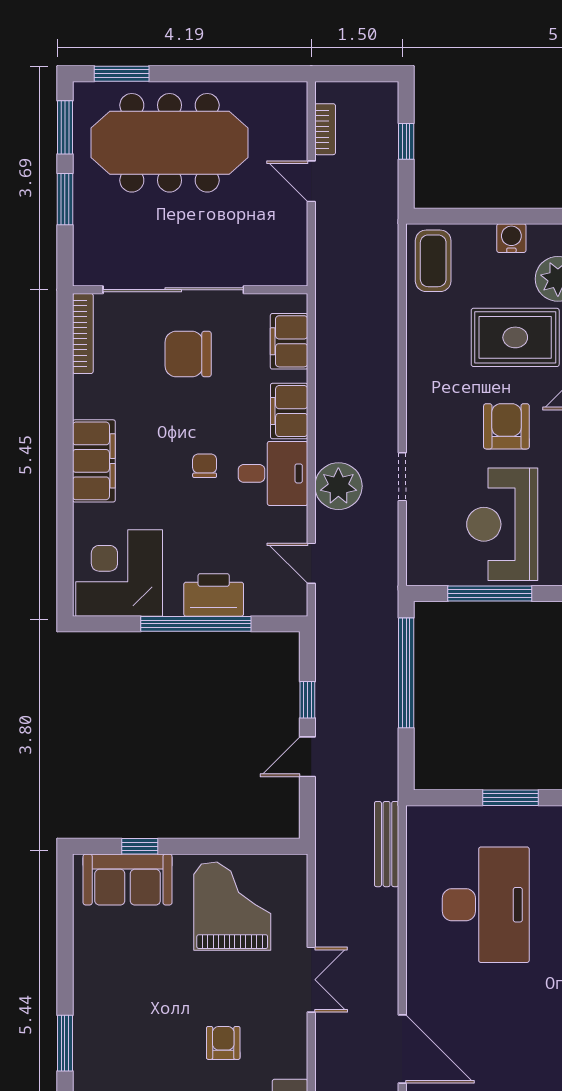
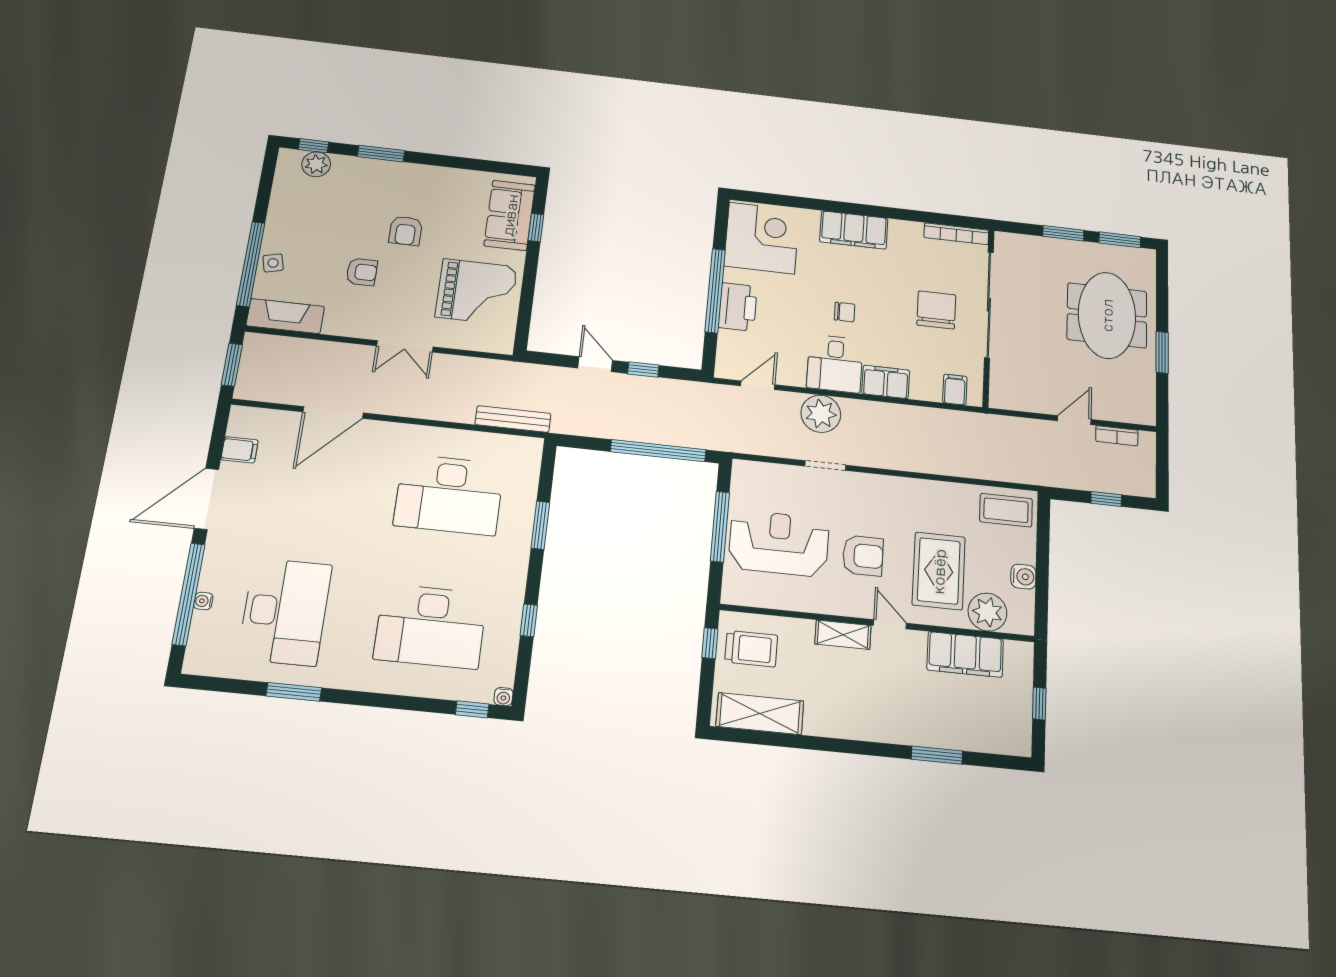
window: (122, 74) -> (1162, 352), moved
meeting table: (169, 143) -> (1107, 315), width x0.73
filing cabinet: (289, 341) -> (955, 390), width x0.50
armchair: (164, 999) -> (406, 231), added

